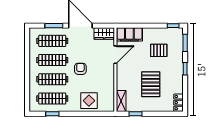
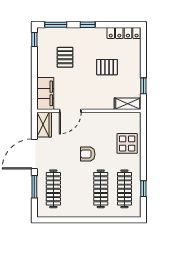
door: (115, 55) -> (70, 111), swing flipped
clothes rail: (52, 60) -> (77, 189), removed
pallet: (151, 84) -> (107, 67), width x0.67, depth x0.71
locker: (178, 103) -> (124, 33), width x1.53

